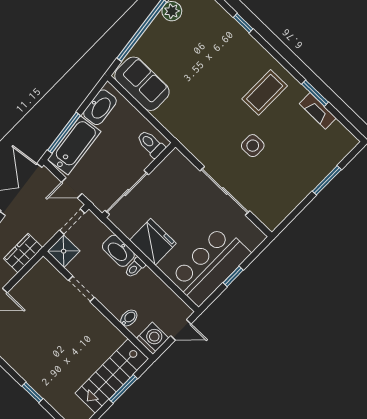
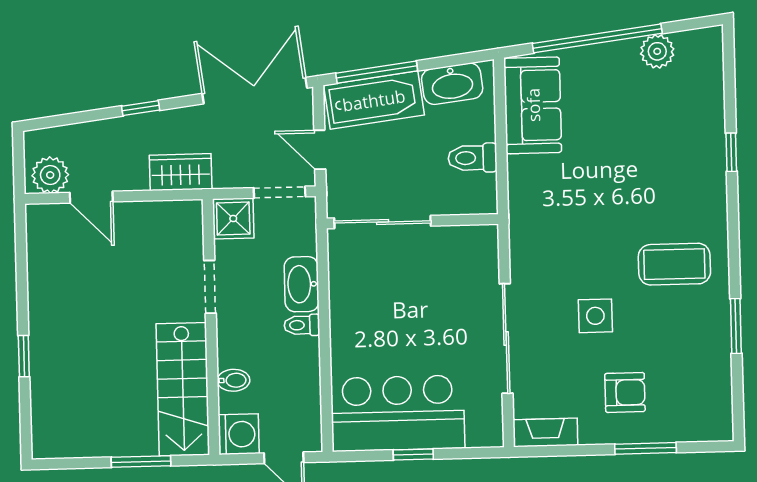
fireplace: (318, 111) -> (545, 432), moved, turned 90
toilet: (151, 144) -> (472, 158), moved, turned -90
armchair: (296, 165) -> (625, 392), added
fridge: (153, 242) -> (355, 315), removed
stairs: (112, 376) -> (183, 389), moved, turned -90

